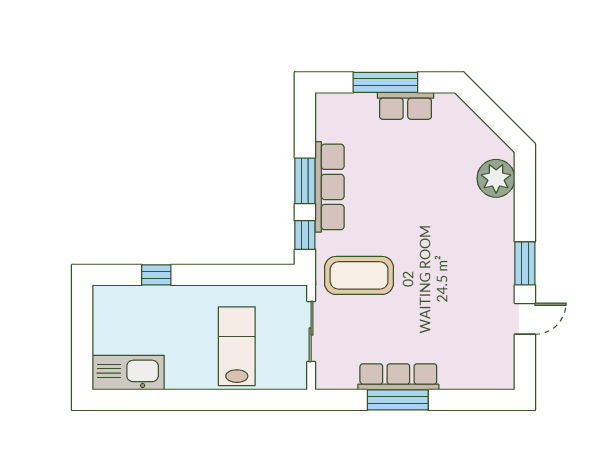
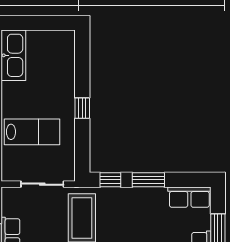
row of seats: (329, 187) -> (189, 197), moved, width x0.68
window: (156, 275) -> (82, 108), moved

